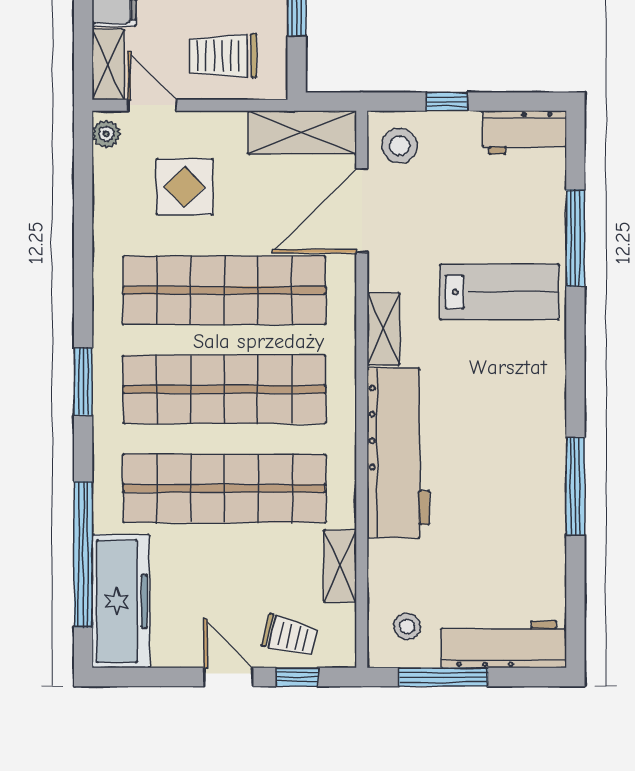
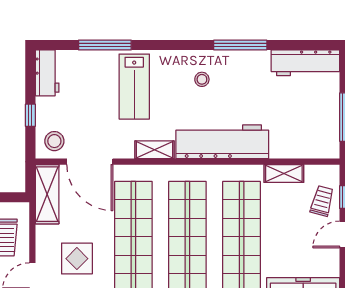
lab bench: (499, 292) -> (134, 87), turned 180
stool: (407, 626) -> (202, 79), moved
workbench: (504, 644) -> (305, 63), moved, turned -90

